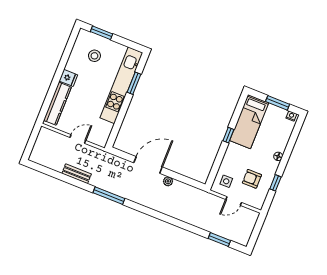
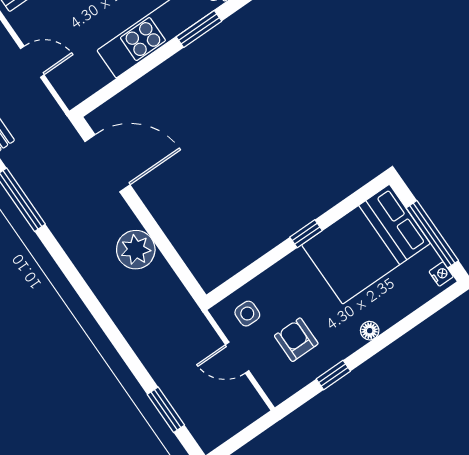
window: (278, 103) -> (432, 234), width x1.44
bed: (249, 122) -> (366, 244), width x1.50
door: (148, 165) -> (107, 163), moved
plant: (168, 181) -> (136, 250), width x1.87, depth x1.87

